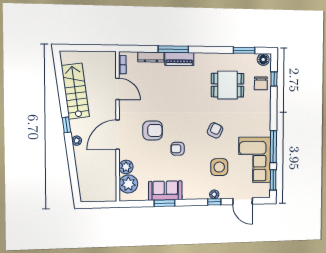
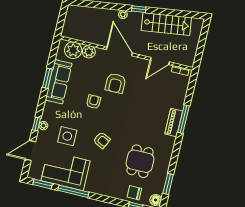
dresser: (151, 57) -> (181, 97), removed
sofa: (165, 191) -> (59, 82), width x1.36

